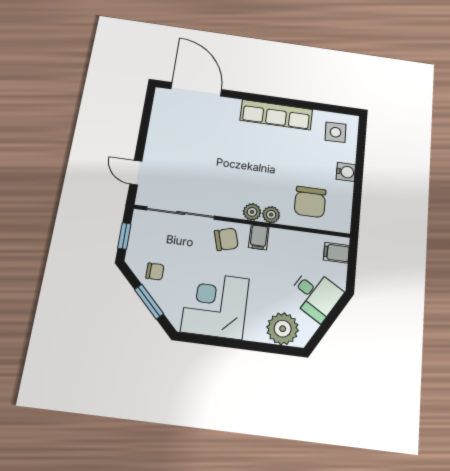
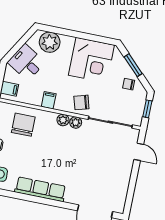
plant: (271, 215) -> (76, 122), moved
filing cabinet: (259, 237) -> (49, 100), moved

